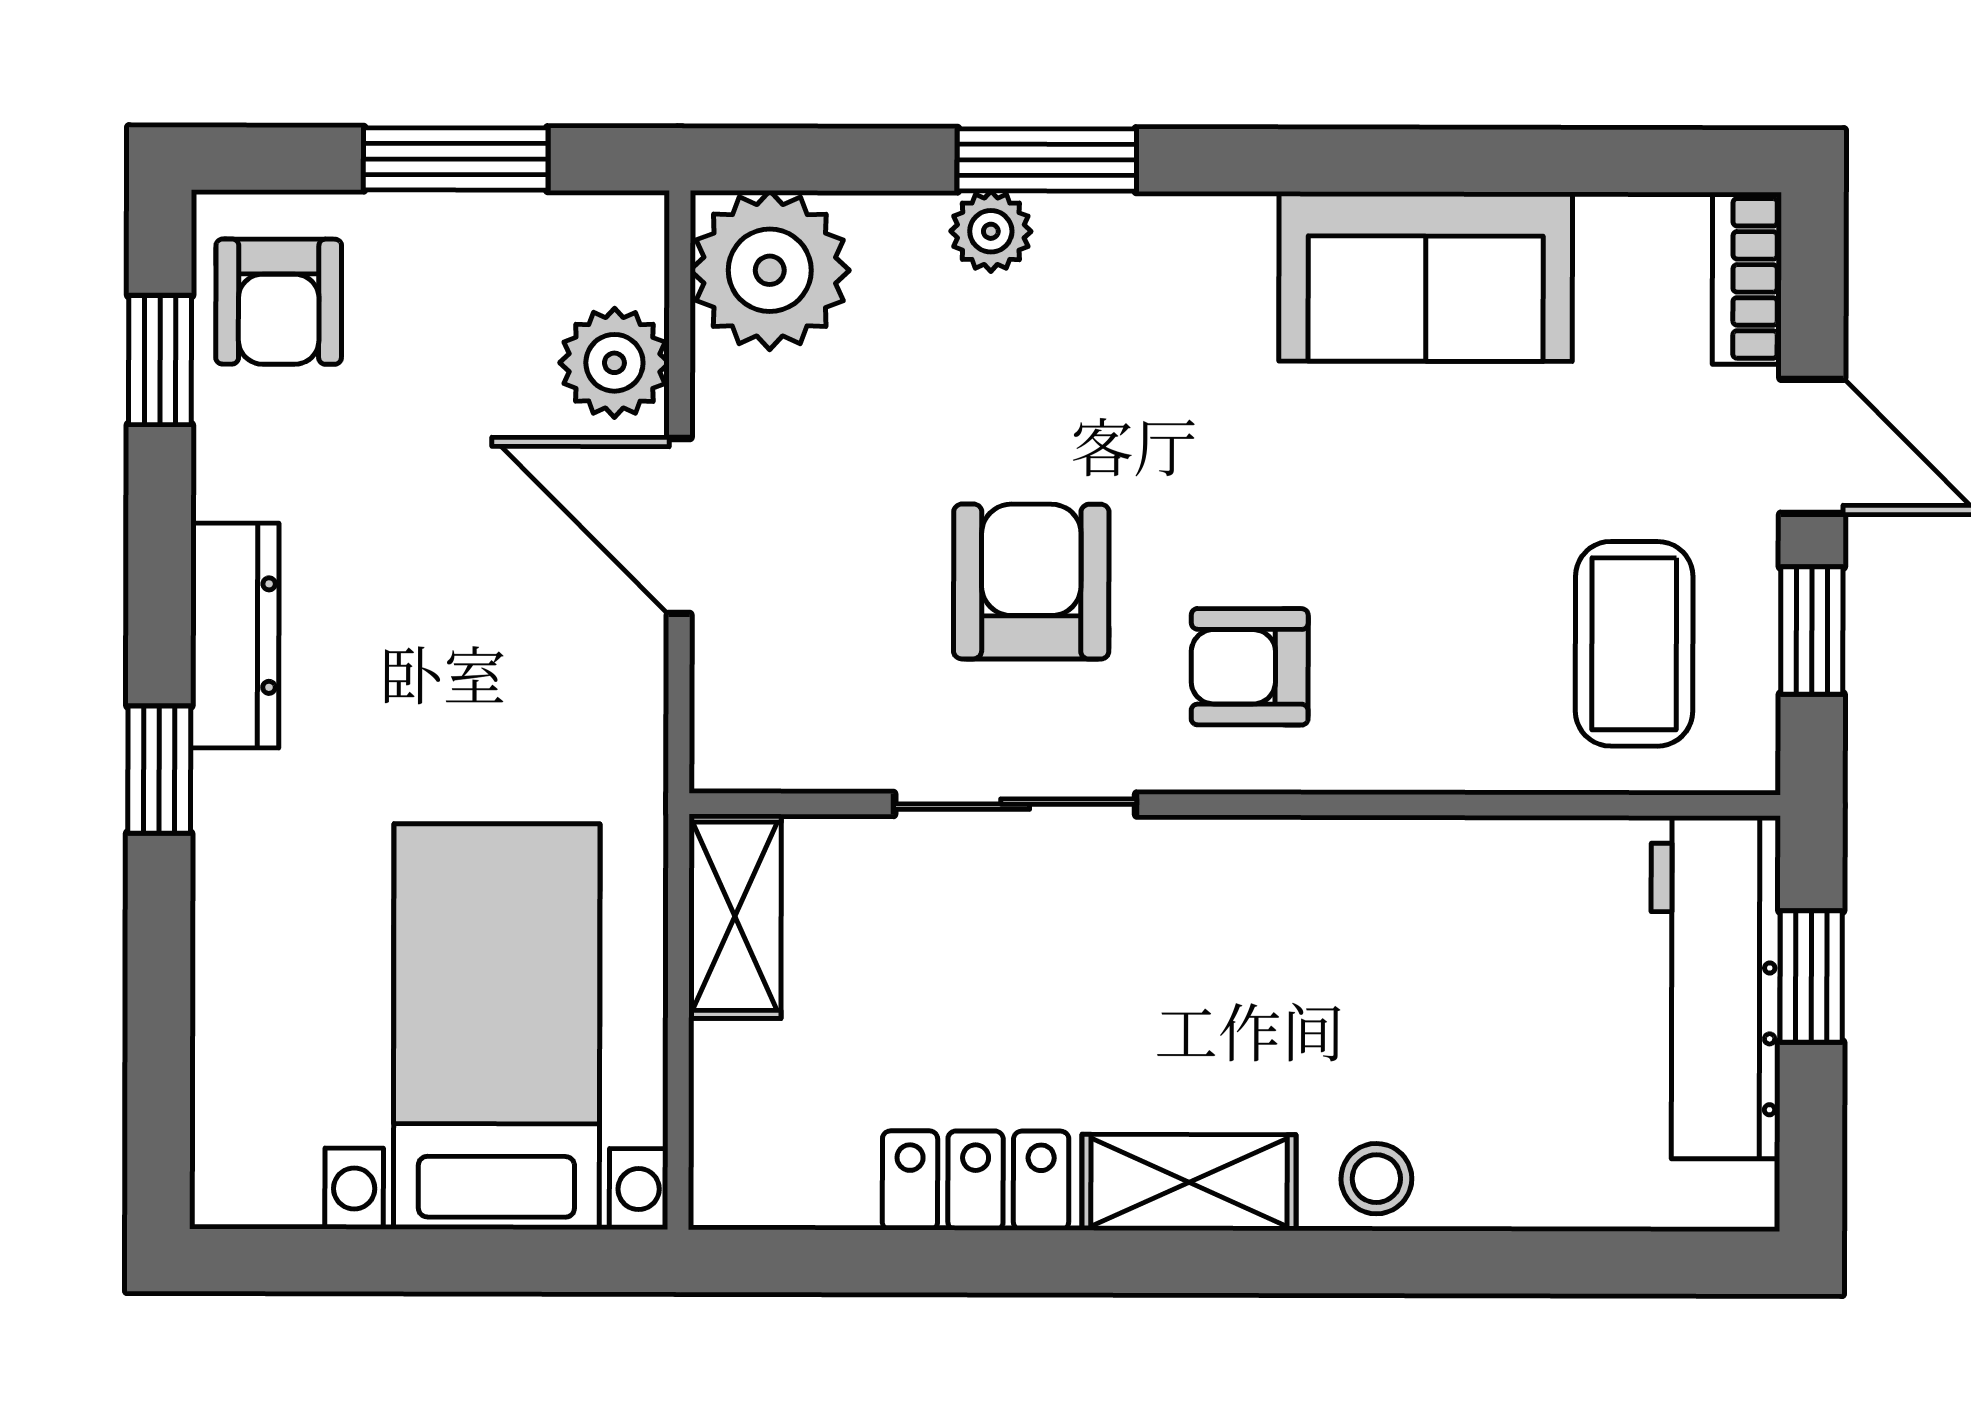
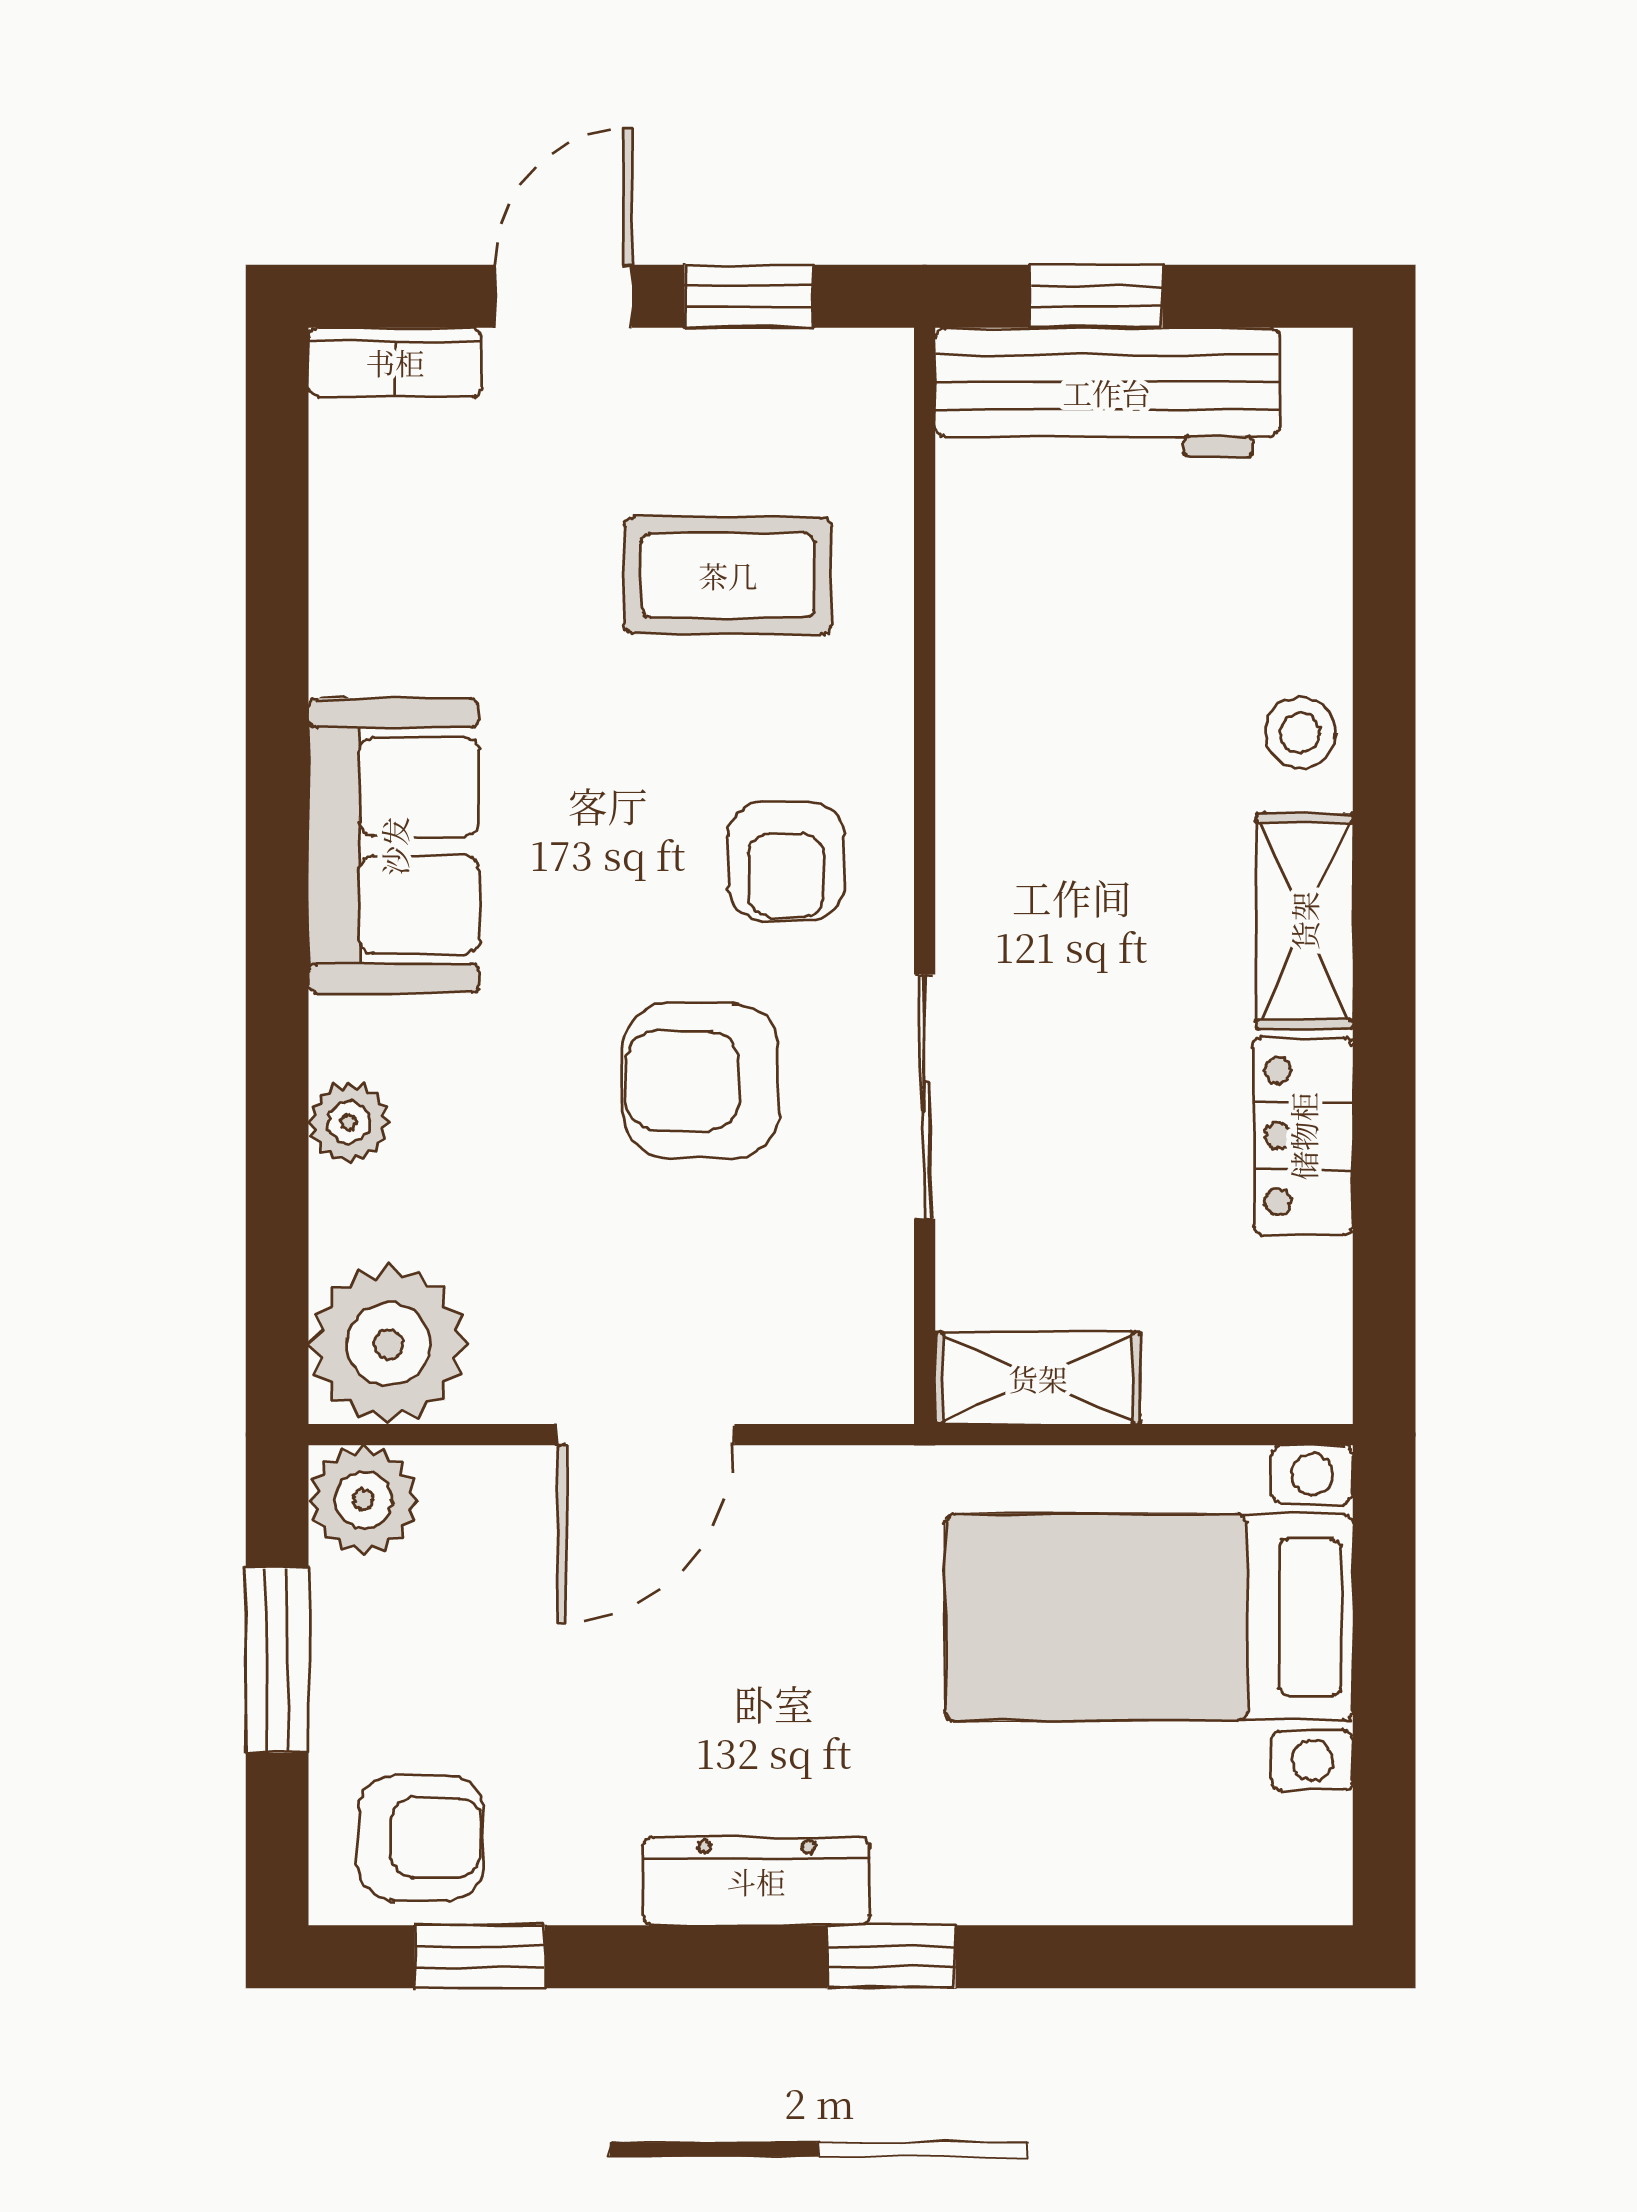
window: (1047, 160) -> (277, 1066), removed
sofa: (1426, 277) -> (394, 846), moved
plant: (614, 363) -> (363, 1500), moved
coffee table: (1634, 644) -> (728, 575), moved

